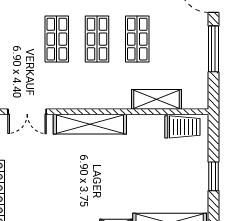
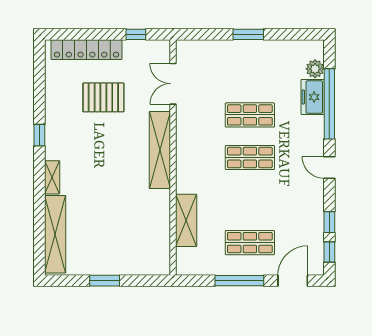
shop shelf: (137, 39) -> (250, 243), moved
trolley: (182, 127) -> (157, 248), removed
pallet: (40, 178) -> (103, 97), added

